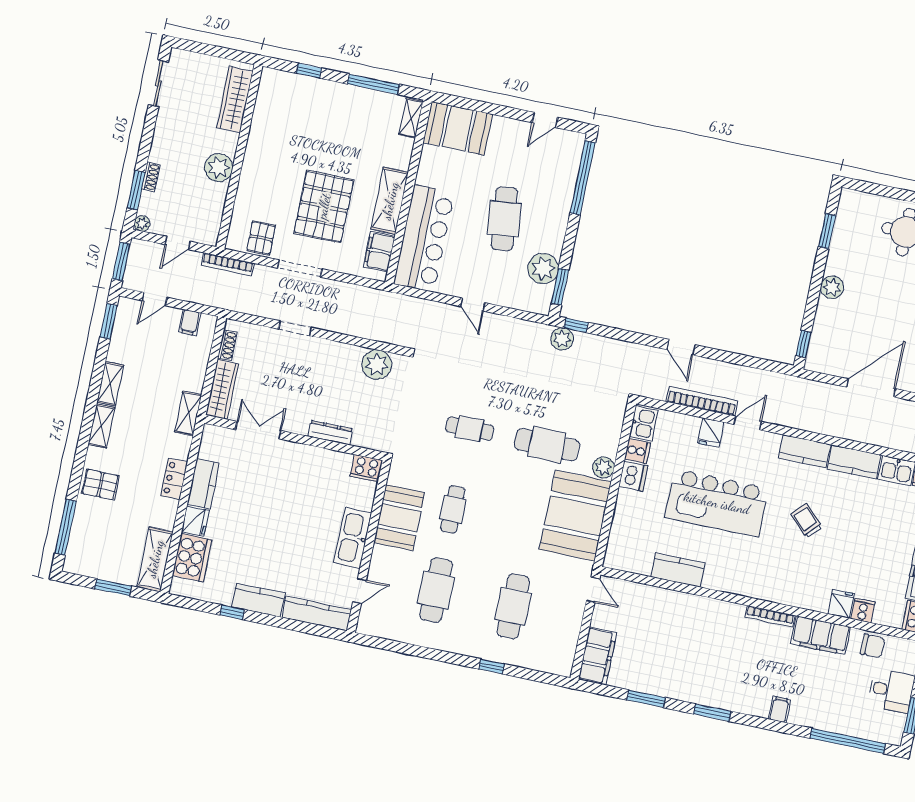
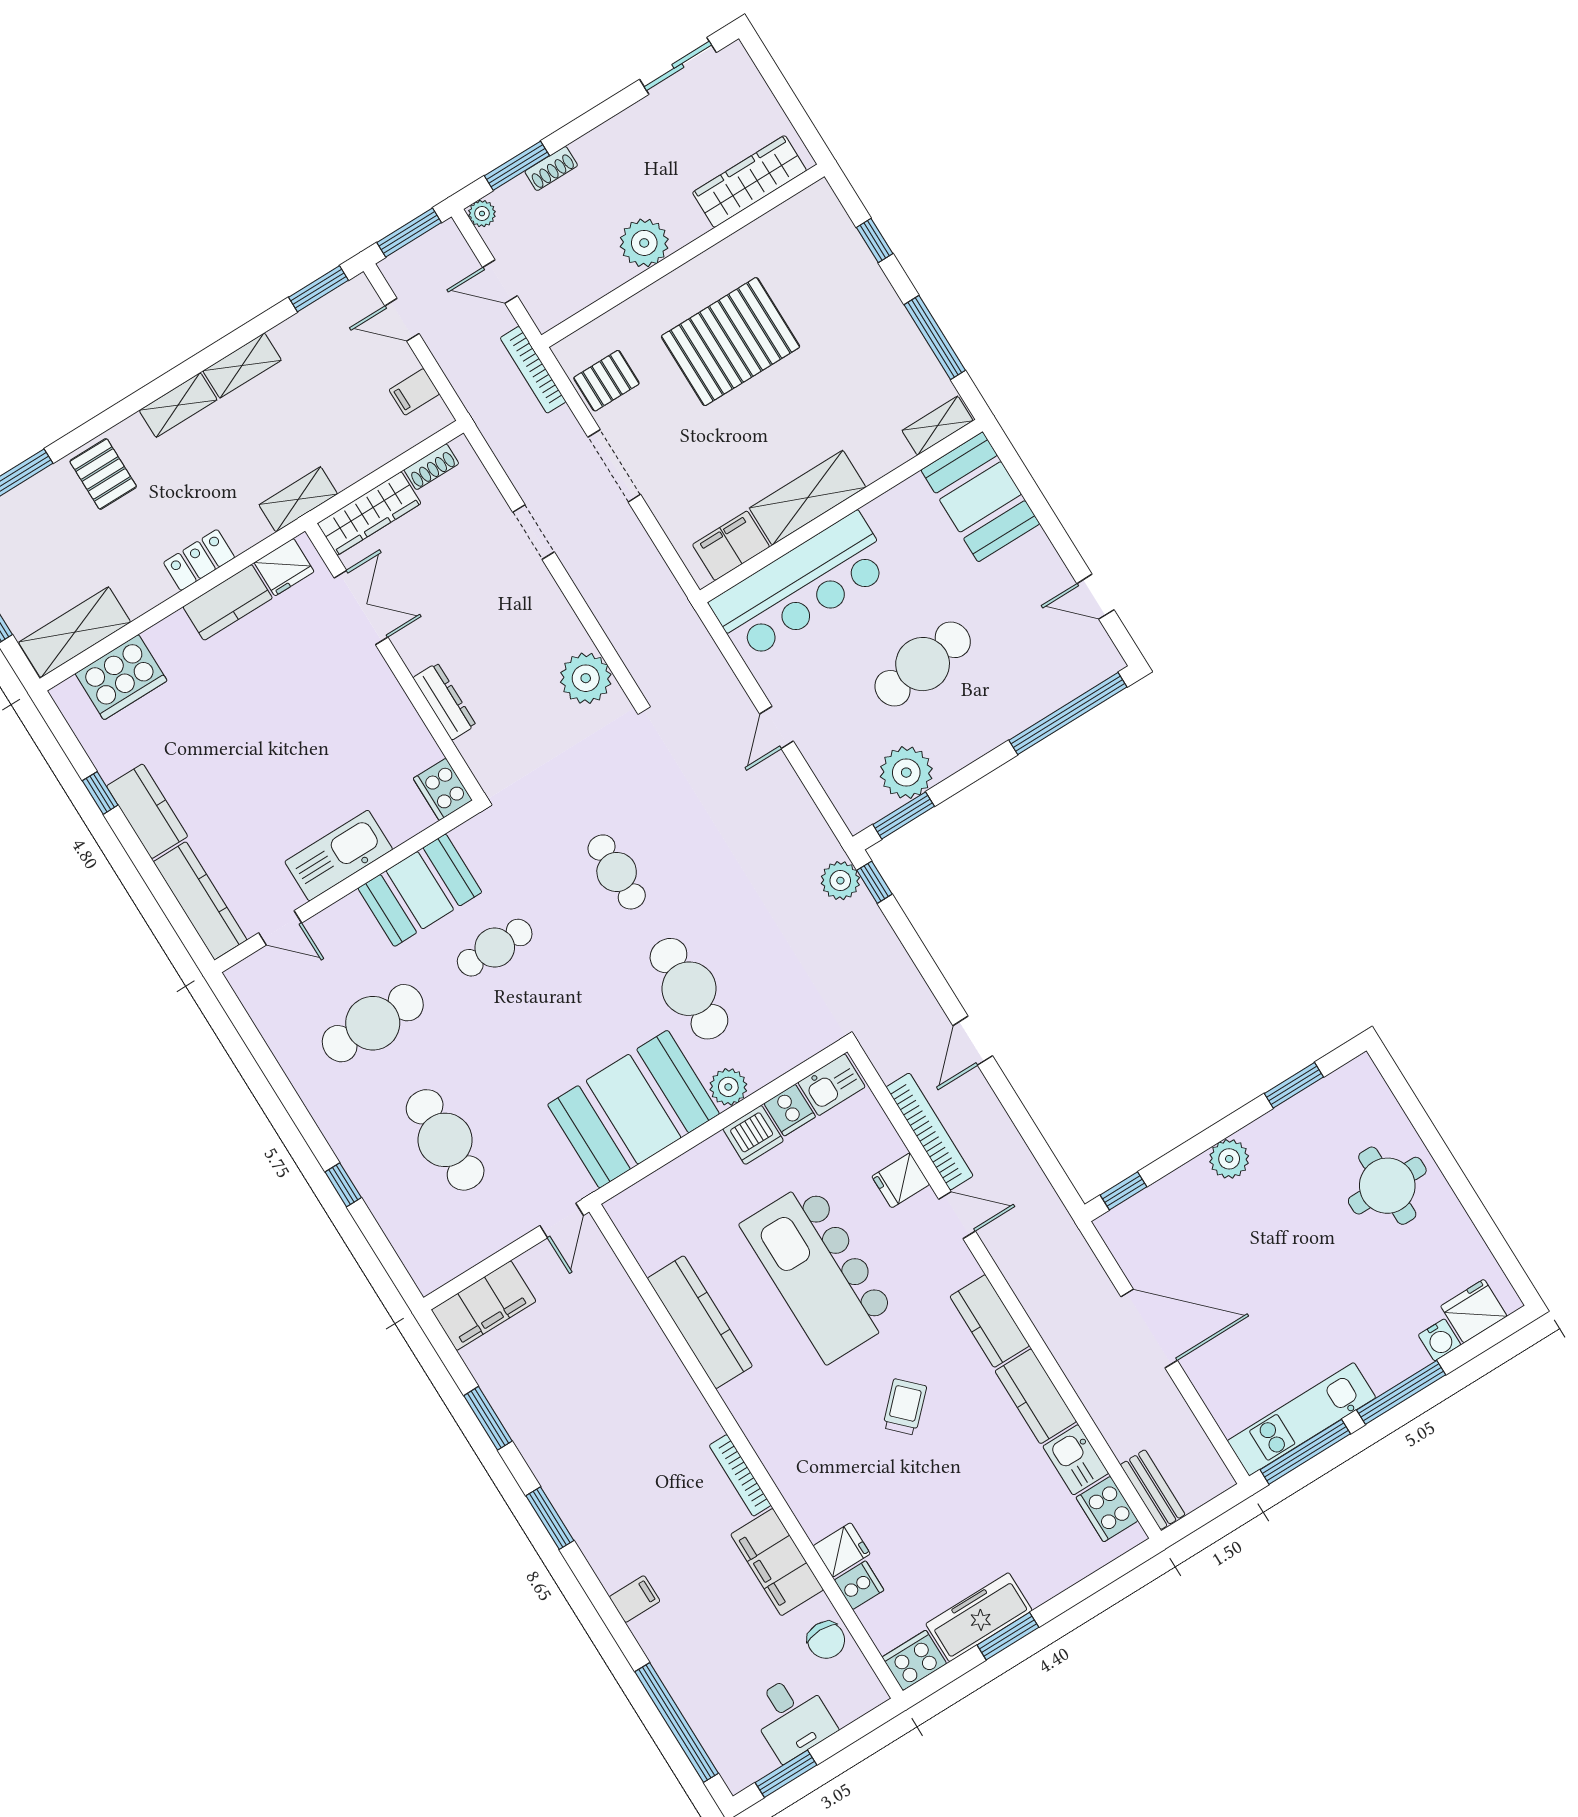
pallet: (324, 206) -> (730, 342), moved
fridge: (195, 521) -> (284, 567), moved
kitchen counter: (678, 570) -> (700, 1322), width x1.50
cafe table: (513, 606) -> (445, 1140), turned 90

